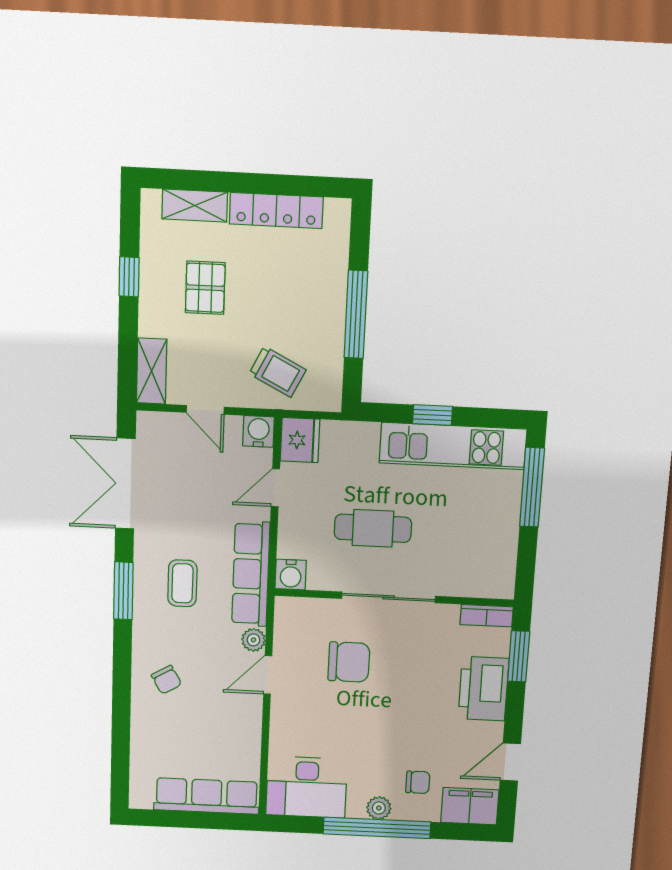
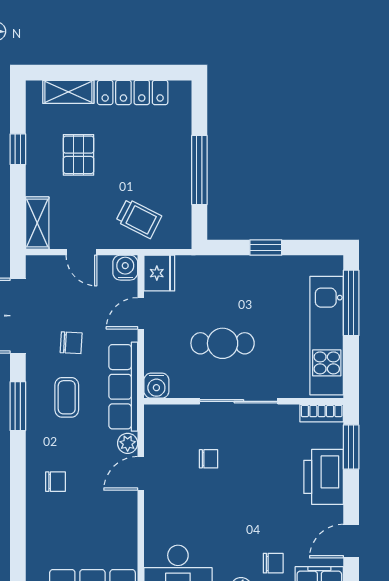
kitchen unit: (453, 446) -> (327, 336), moved, turned 90
chair: (190, 519) -> (71, 343), added
chair: (349, 662) -> (209, 459), width x0.54, depth x0.54
chair: (166, 680) -> (56, 482), turned -60

